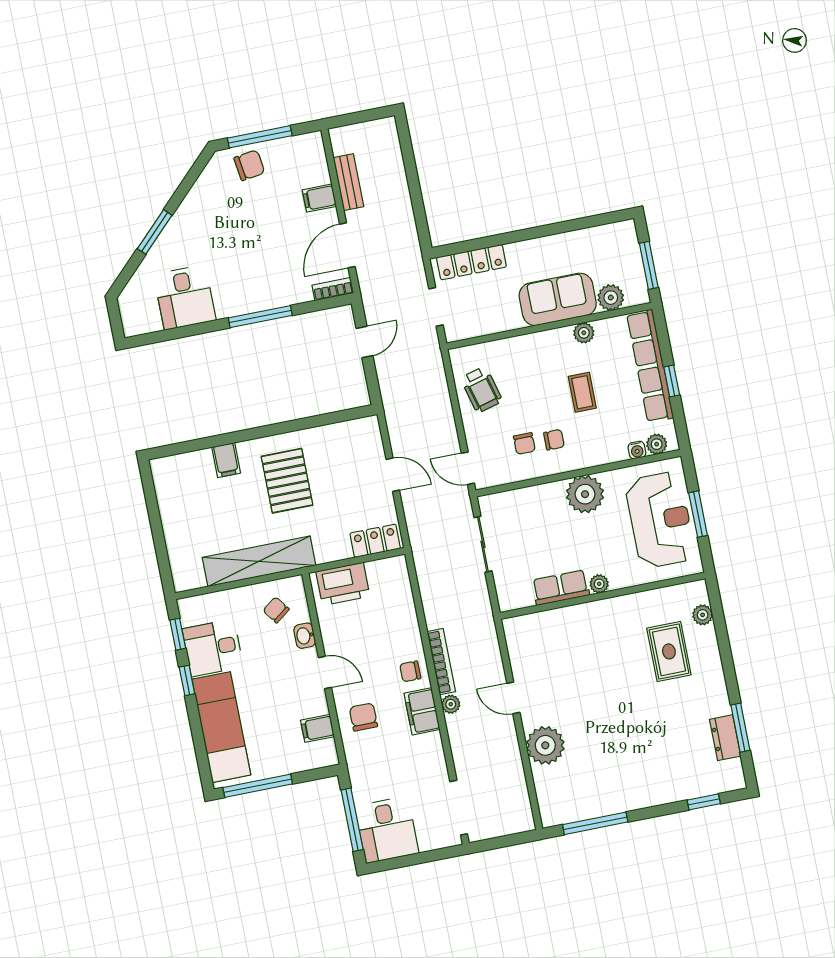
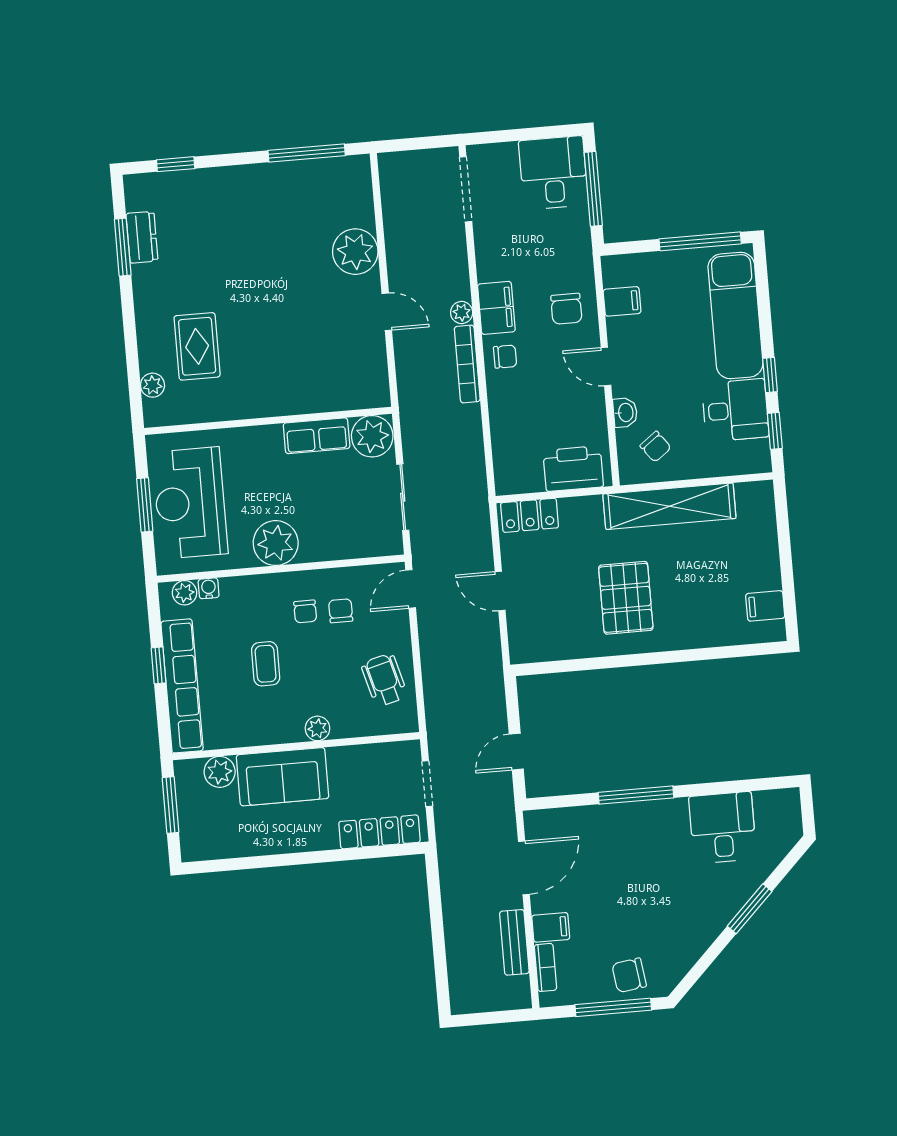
bookcase: (333, 289) -> (545, 967), moved, turned -90
plant: (584, 333) -> (317, 728), moved
chair: (554, 440) -> (305, 611), turned -90
filing cabinet: (226, 460) -> (765, 606), moved, turned -90
door: (468, 468) -> (411, 589), swing flipped
plant: (599, 584) -> (372, 436), moved, width x1.88, depth x1.88

